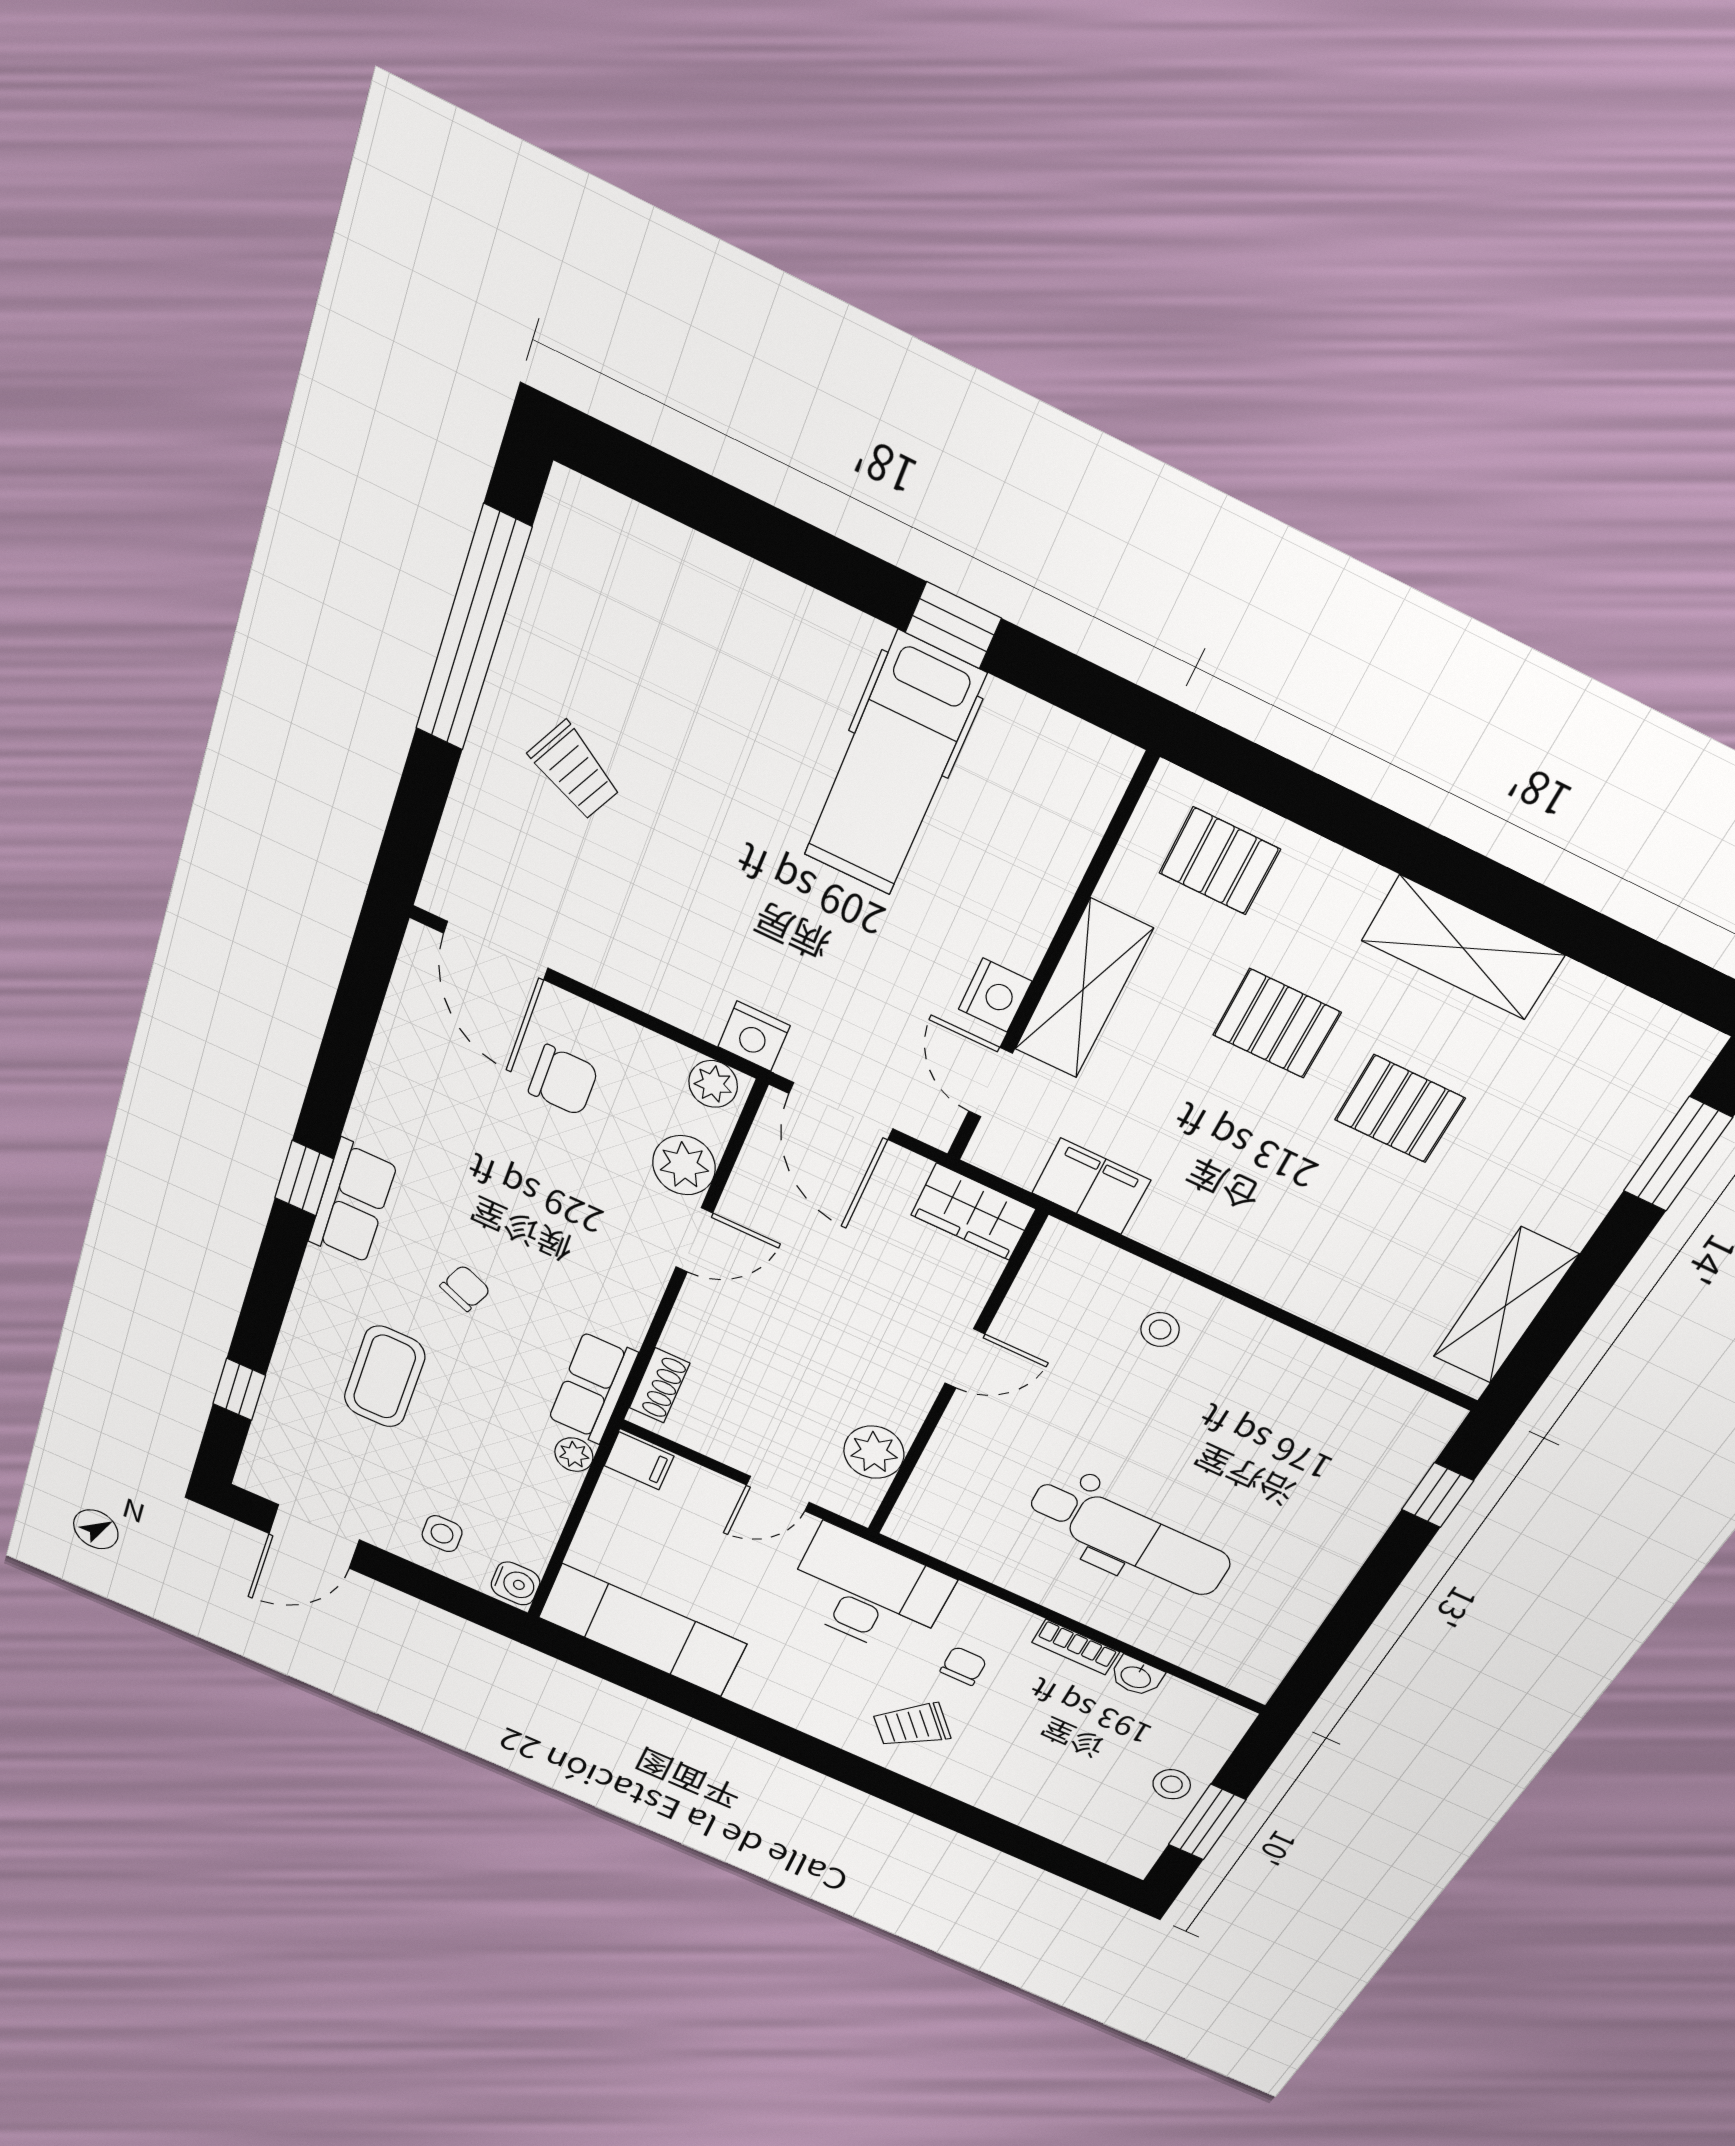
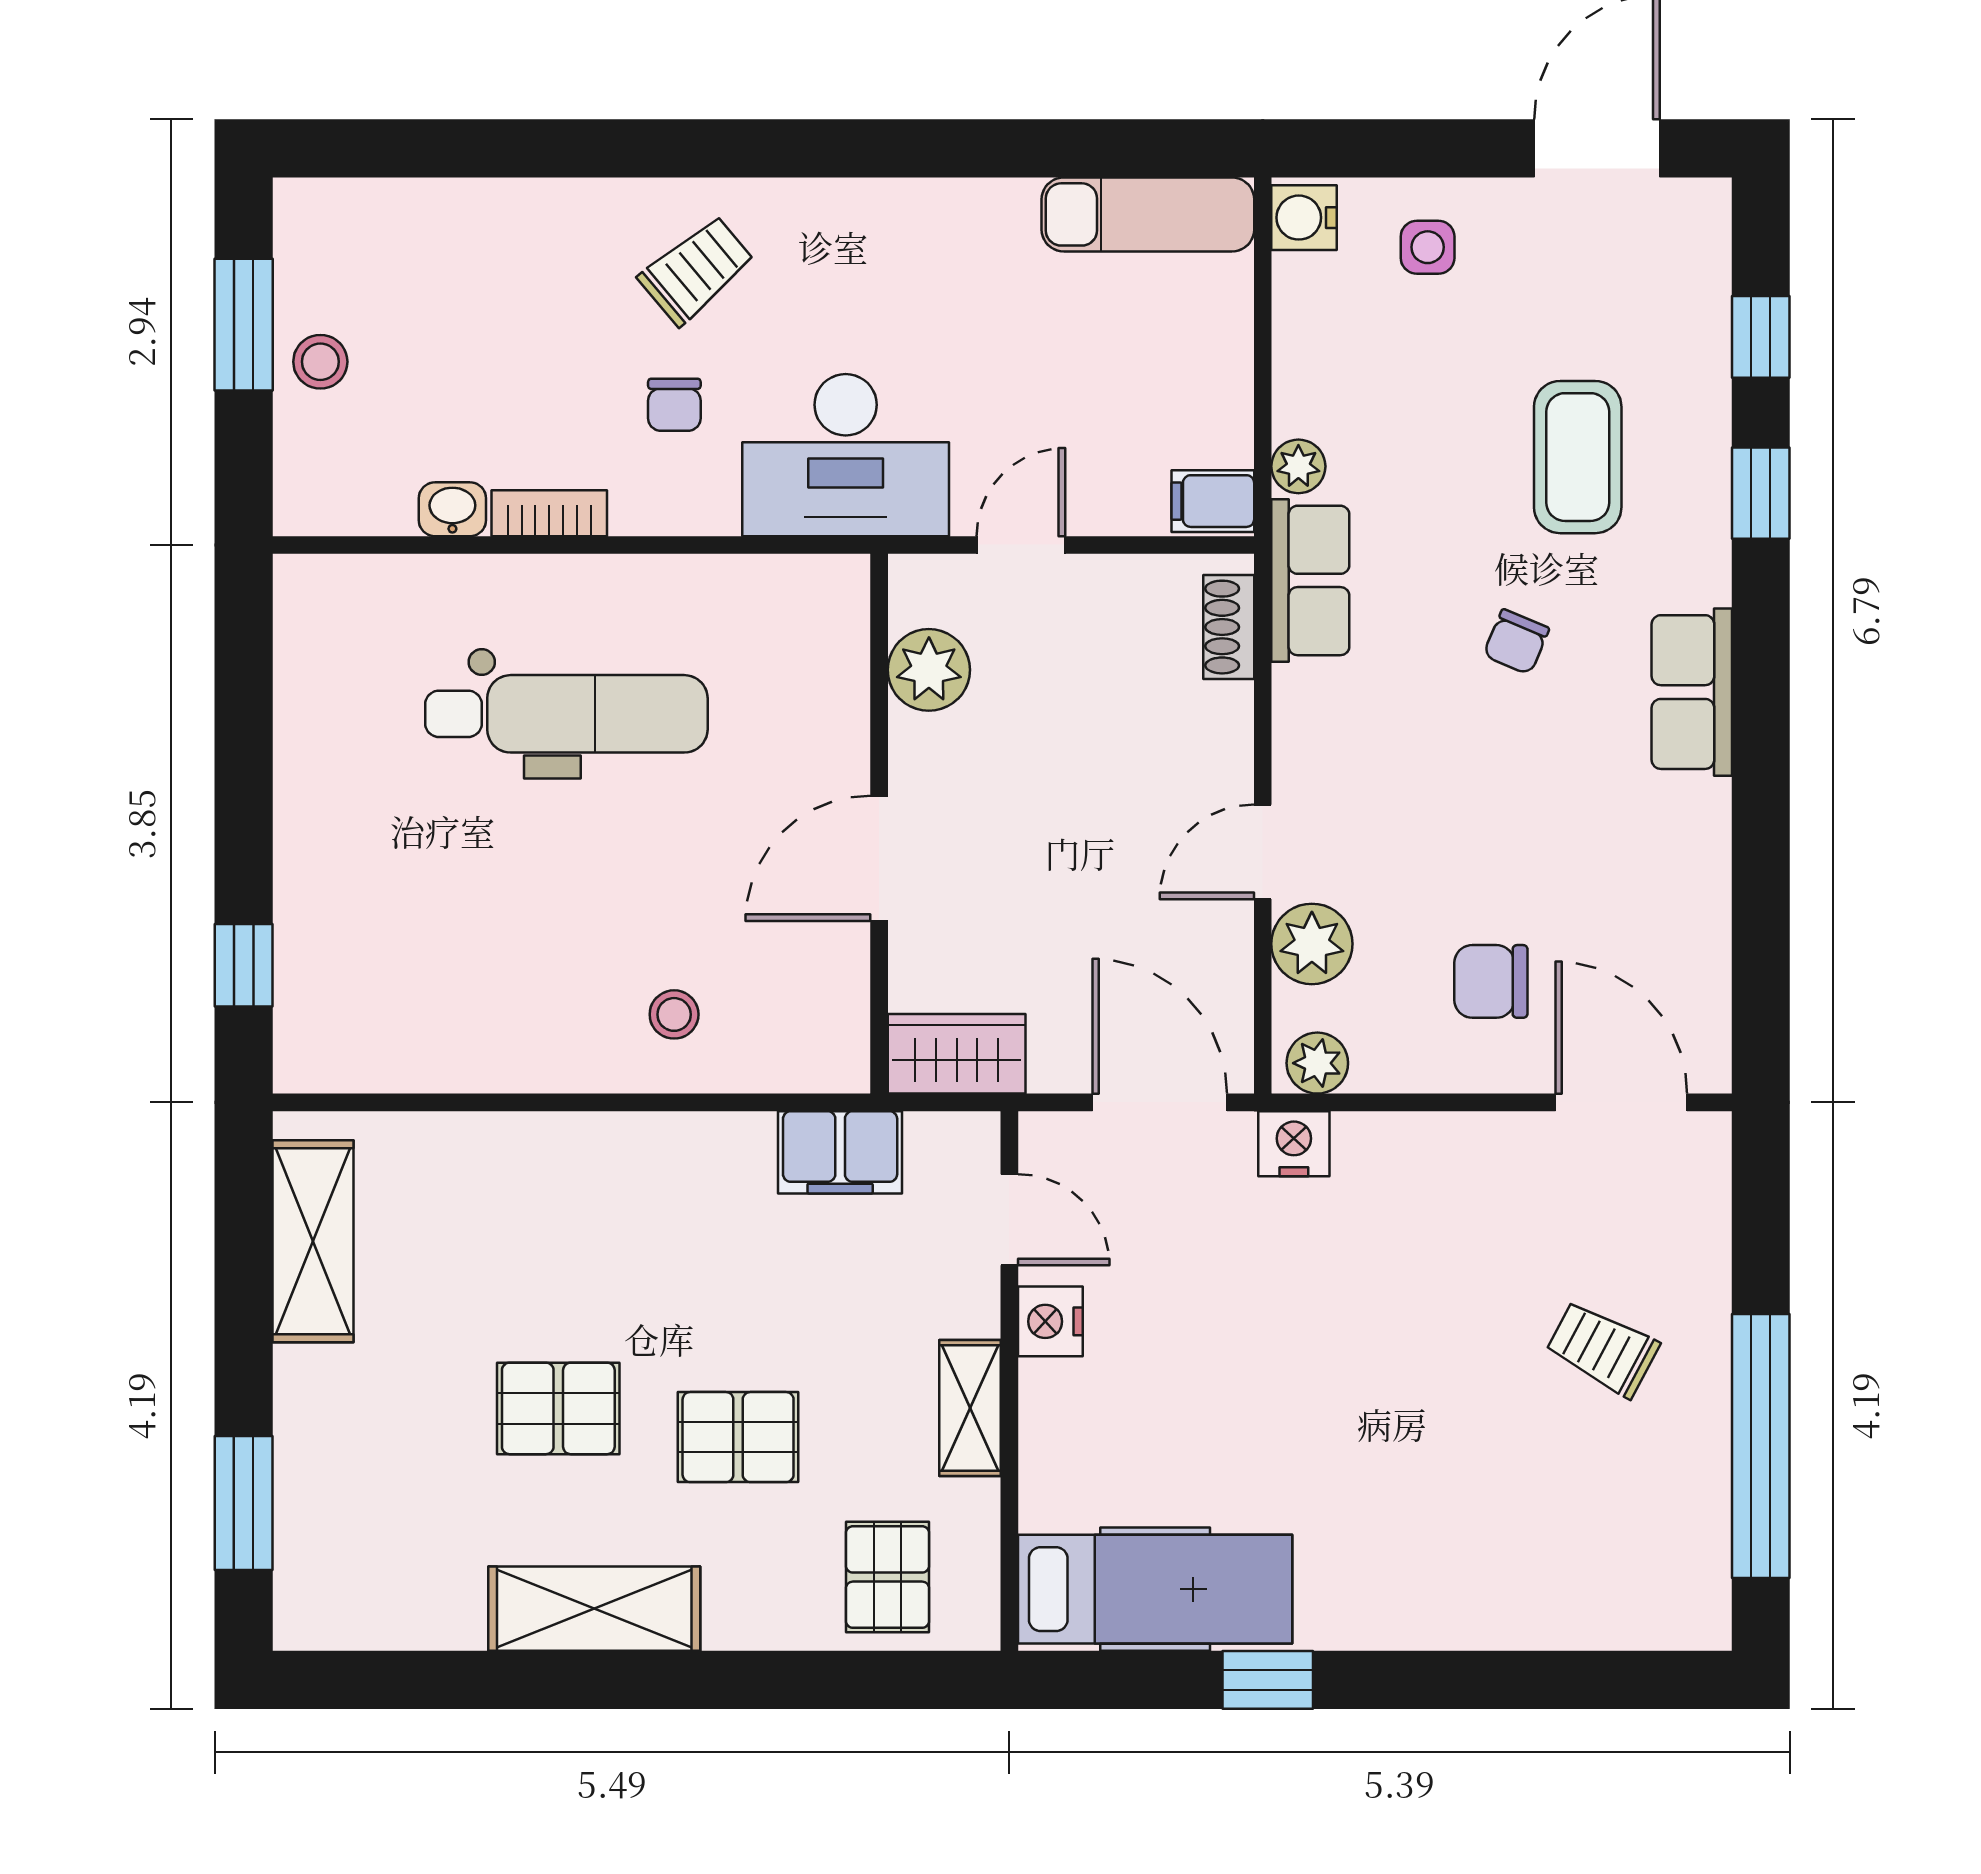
hospital bed: (894, 766) -> (1155, 1589), moved, turned 90
pallet: (1220, 861) -> (887, 1577), turned 90
shelving: (1083, 989) -> (970, 1408), width x0.67, depth x0.75
window: (304, 1178) -> (1761, 493), moved
door: (965, 1359) -> (879, 858), width x1.38
dental chair: (1129, 1537) -> (566, 714), turned 180
exam couch: (642, 1631) -> (1148, 214), width x0.73, depth x0.69

